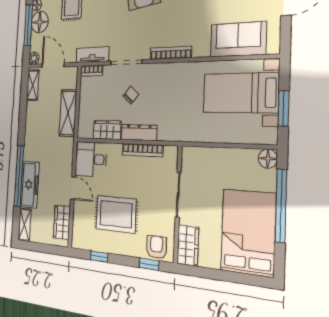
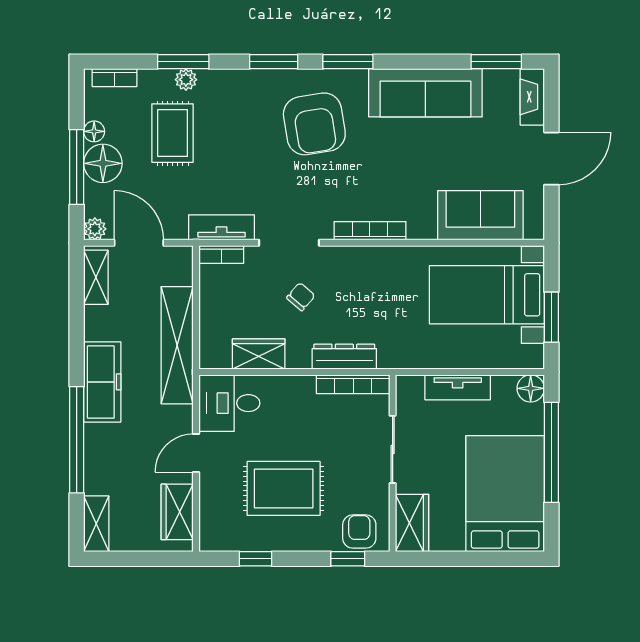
shelving: (68, 113) -> (177, 345), width x1.47
dresser: (139, 133) -> (344, 357), moved
bookcase: (143, 150) -> (353, 384), moved
tv unit: (220, 156) -> (458, 387), added
freezer: (30, 185) -> (102, 382), moved
door: (73, 188) -> (196, 453), swing flipped

